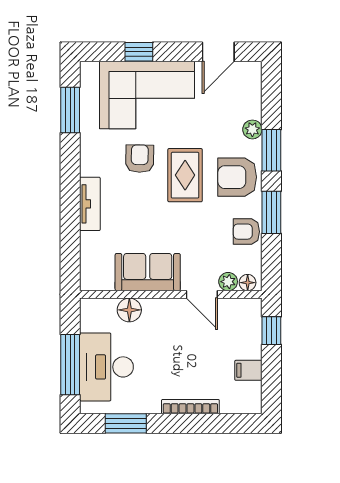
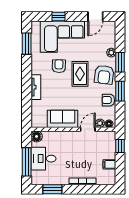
armchair: (237, 177) -> (104, 75), turned -83
door: (202, 294) -> (88, 129), swing flipped
floor lamp: (129, 310) -> (37, 136), moved
desk: (106, 367) -> (43, 159), width x0.73

